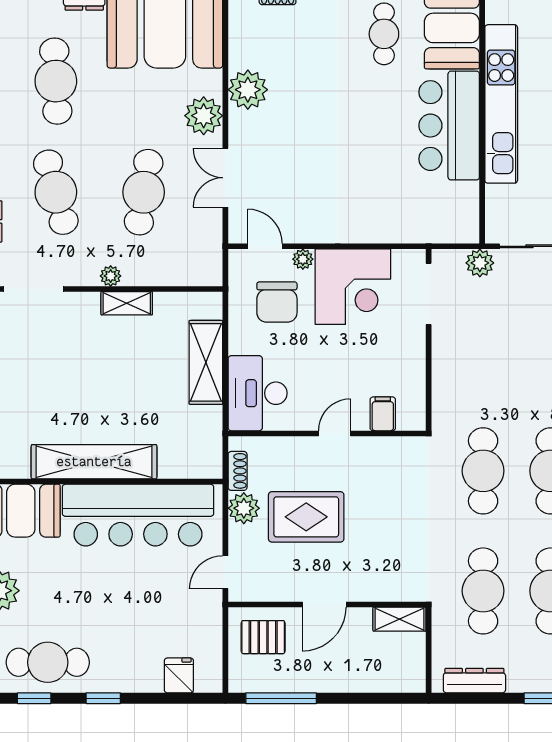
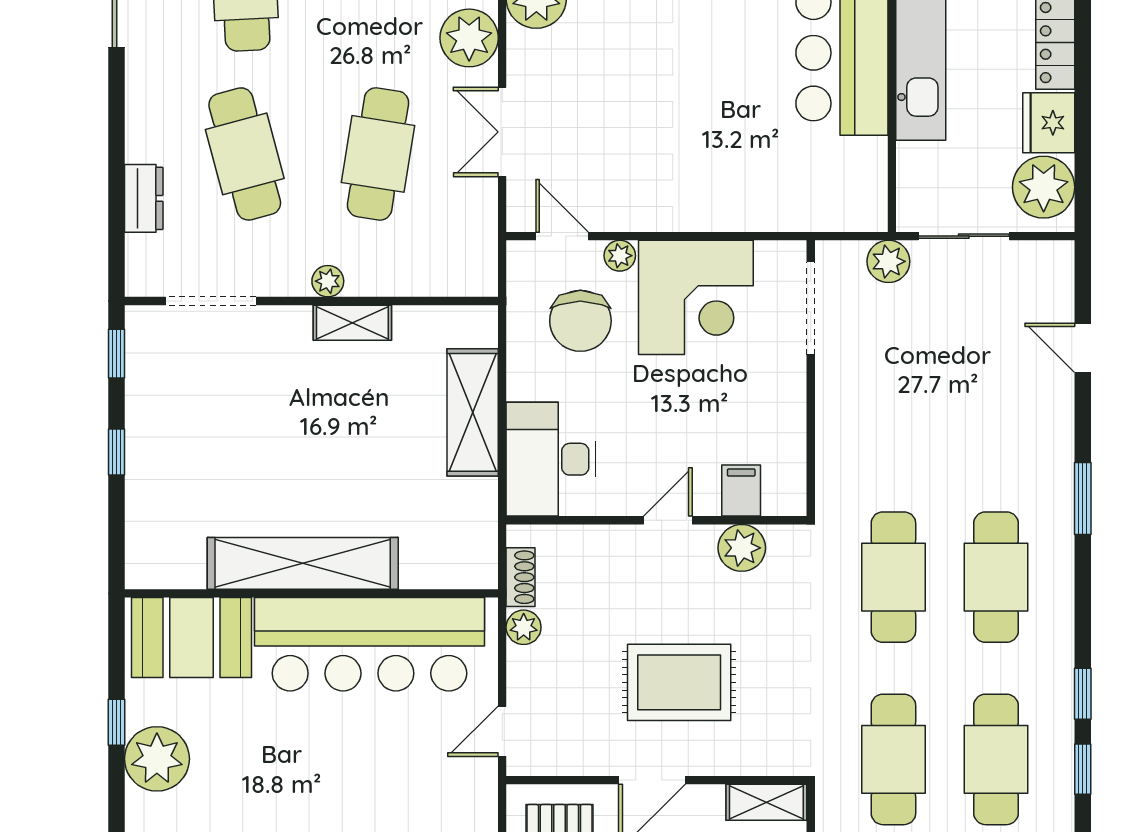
plant: (383, 452) -> (742, 548), added
plant: (244, 508) -> (524, 627), width x0.73, depth x0.73
rug: (306, 517) -> (679, 682), moved

